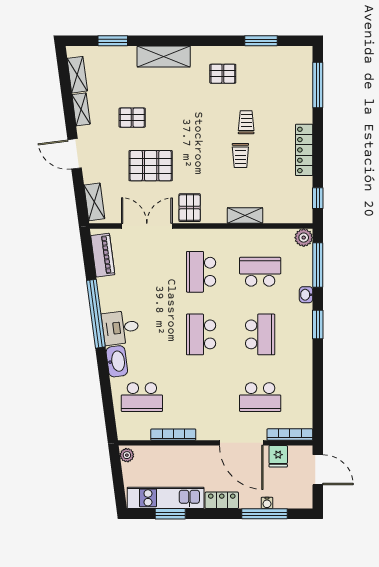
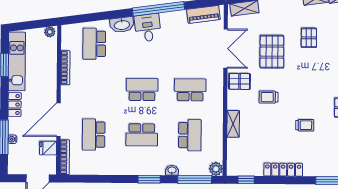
trolley: (240, 156) -> (269, 97), moved

